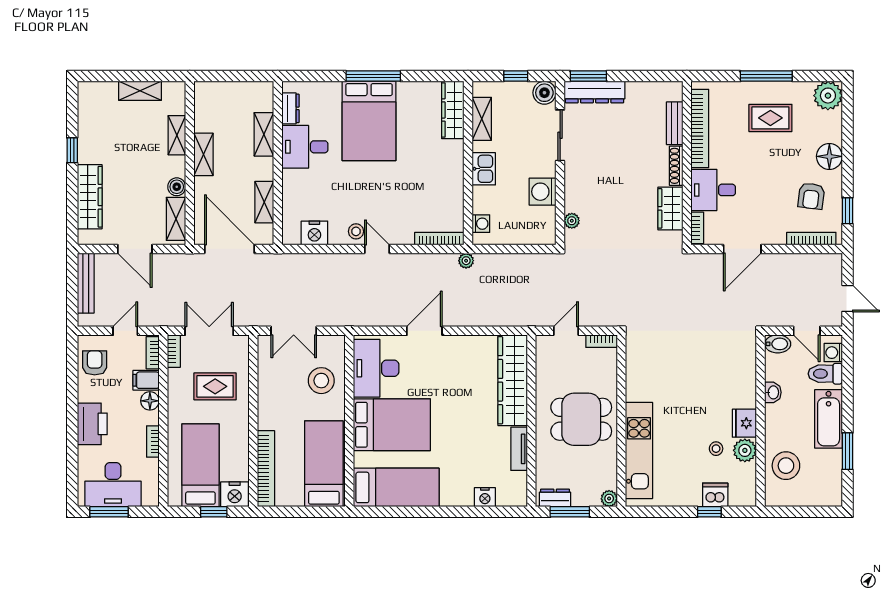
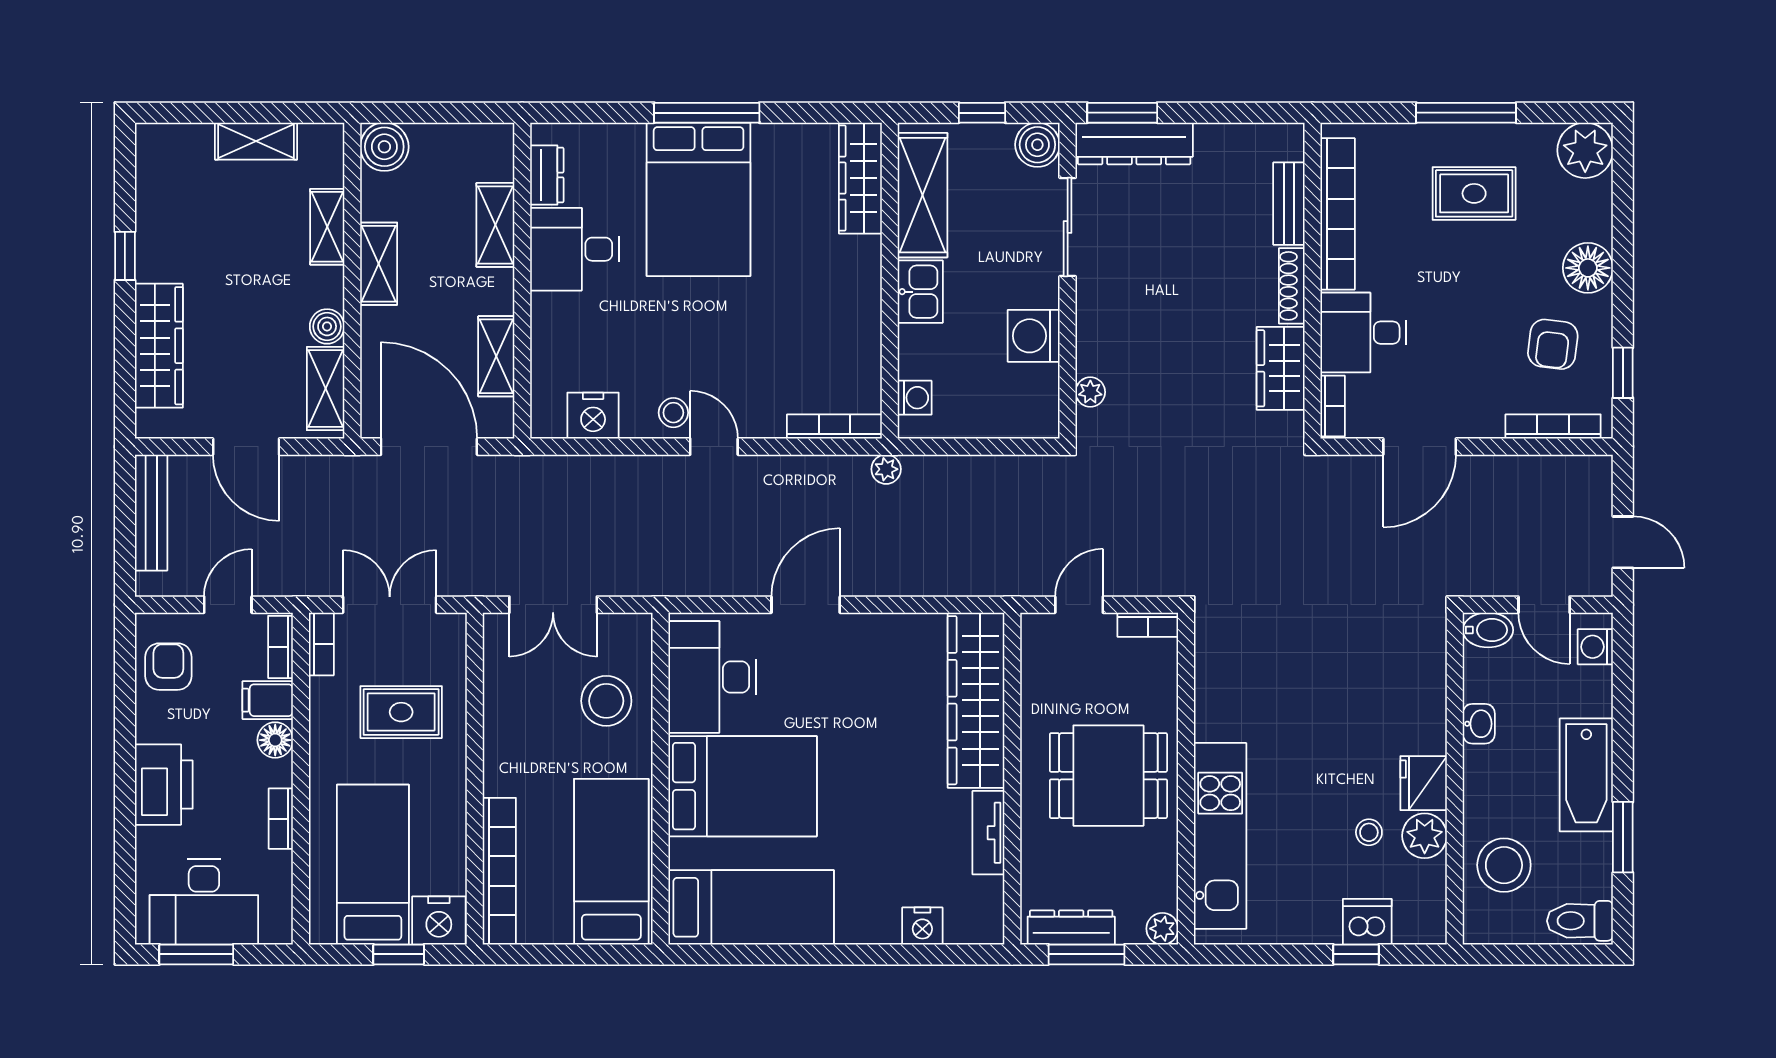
boiler: (206, 94) -> (384, 147), added
shelving: (482, 119) -> (922, 195), width x1.50, depth x1.33
toilet: (825, 374) -> (1580, 921), moved
dresser: (555, 498) -> (1071, 927), width x1.44

